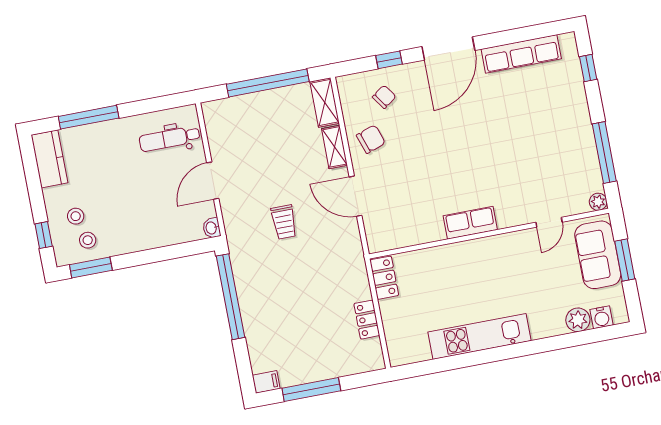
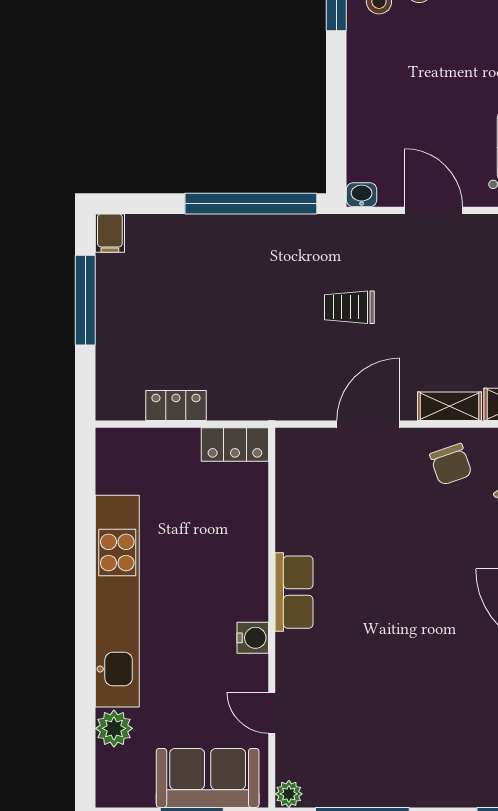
water cooler: (602, 317) -> (253, 638), moved, turned 180
kitchen unit: (479, 336) -> (117, 601), width x1.36

